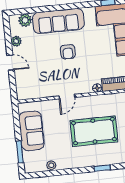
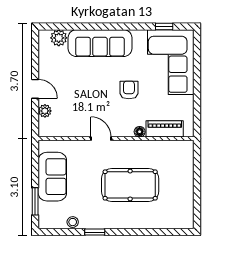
plant: (16, 41) -> (45, 111), moved
armchair: (68, 52) -> (129, 90), moved, turned 180
door: (67, 97) -> (101, 139), swing flipped
window: (102, 168) -> (95, 232), moved

